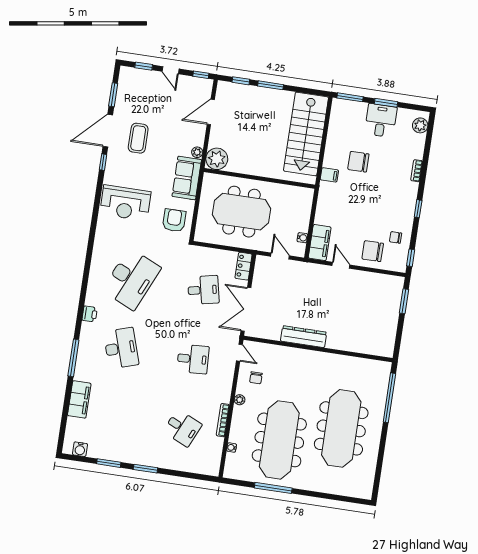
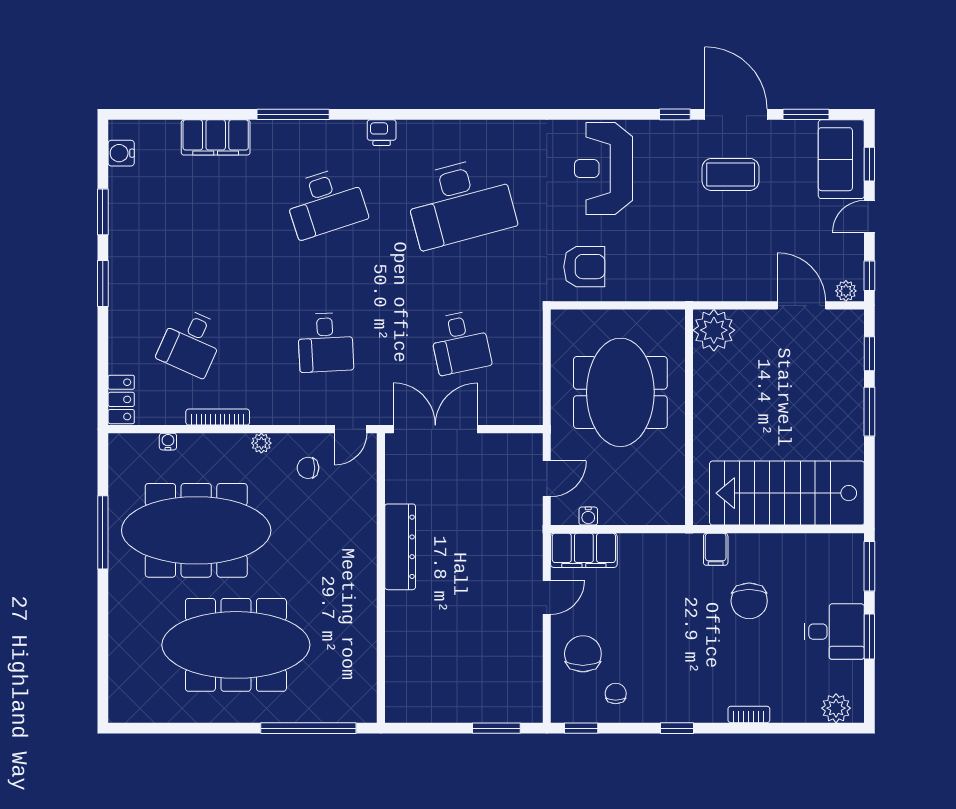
plant: (197, 152) -> (846, 291), moved
chair: (358, 162) -> (749, 601), turned 180
sofa: (187, 178) -> (841, 159), moved, turned -90
locker: (244, 266) -> (121, 399), moved, turned 90
desk: (132, 279) -> (460, 202), turned -39

